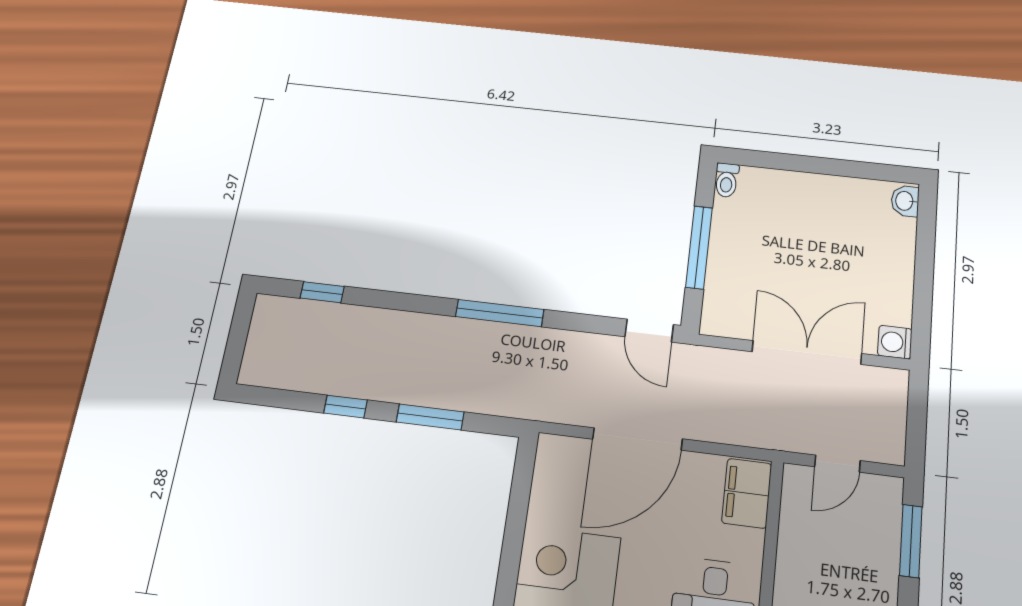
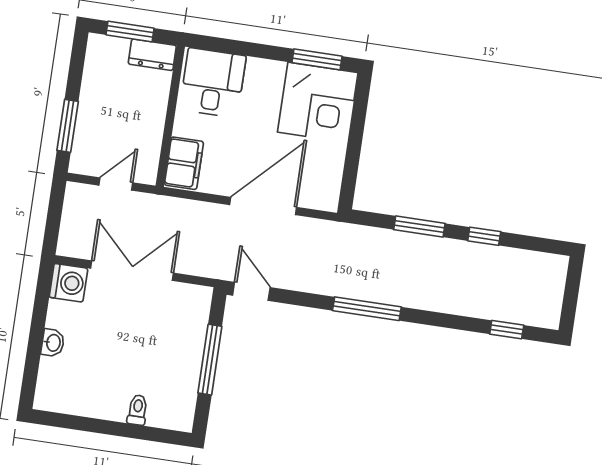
toilet: (727, 180) -> (138, 410), moved
washbasin: (905, 201) -> (53, 343), moved
washing machine: (895, 342) -> (68, 283), width x1.38, depth x1.38
double door: (807, 353) -> (132, 271), swing flipped

